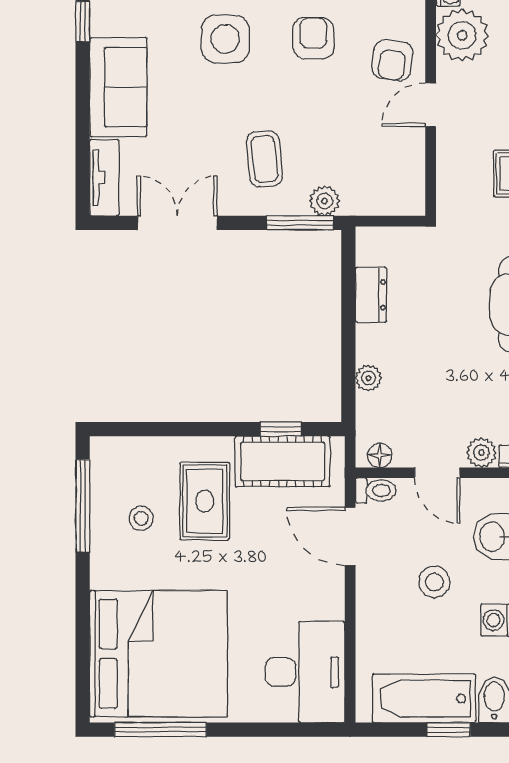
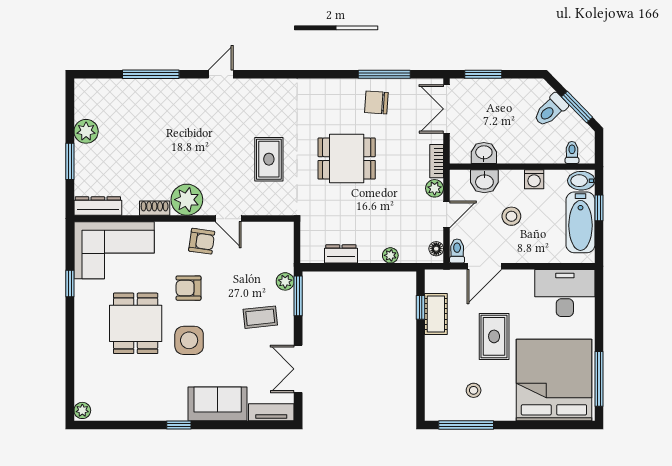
cot: (283, 461) -> (436, 314), width x0.73, depth x0.75
rug: (205, 501) -> (494, 336), moved, turned 90

